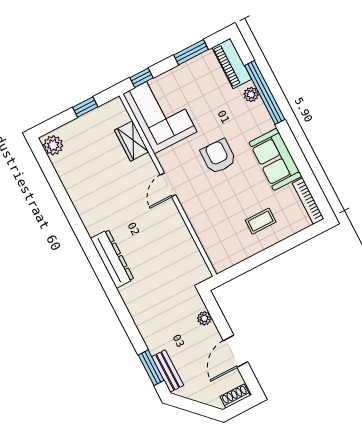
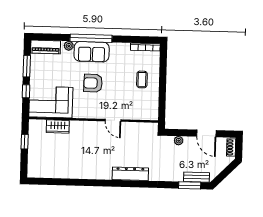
window: (141, 78) -> (26, 91), moved
window: (265, 93) -> (91, 38), moved
plant: (53, 145) -> (36, 171), removed
sofa: (275, 159) -> (92, 52), moved
door: (168, 185) -> (113, 120), moved
dresser: (112, 259) -> (130, 174), moved

